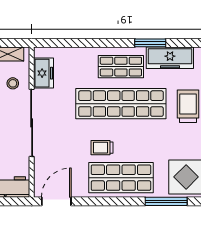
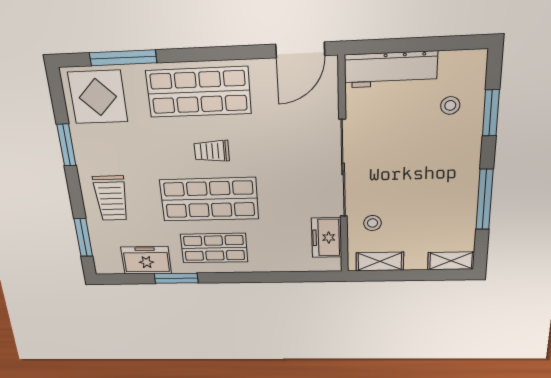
freezer: (170, 58) -> (146, 260), width x0.71
shop shelf: (121, 104) -> (209, 199), width x0.71
trolley: (102, 148) -> (212, 151), moved, turned 180

